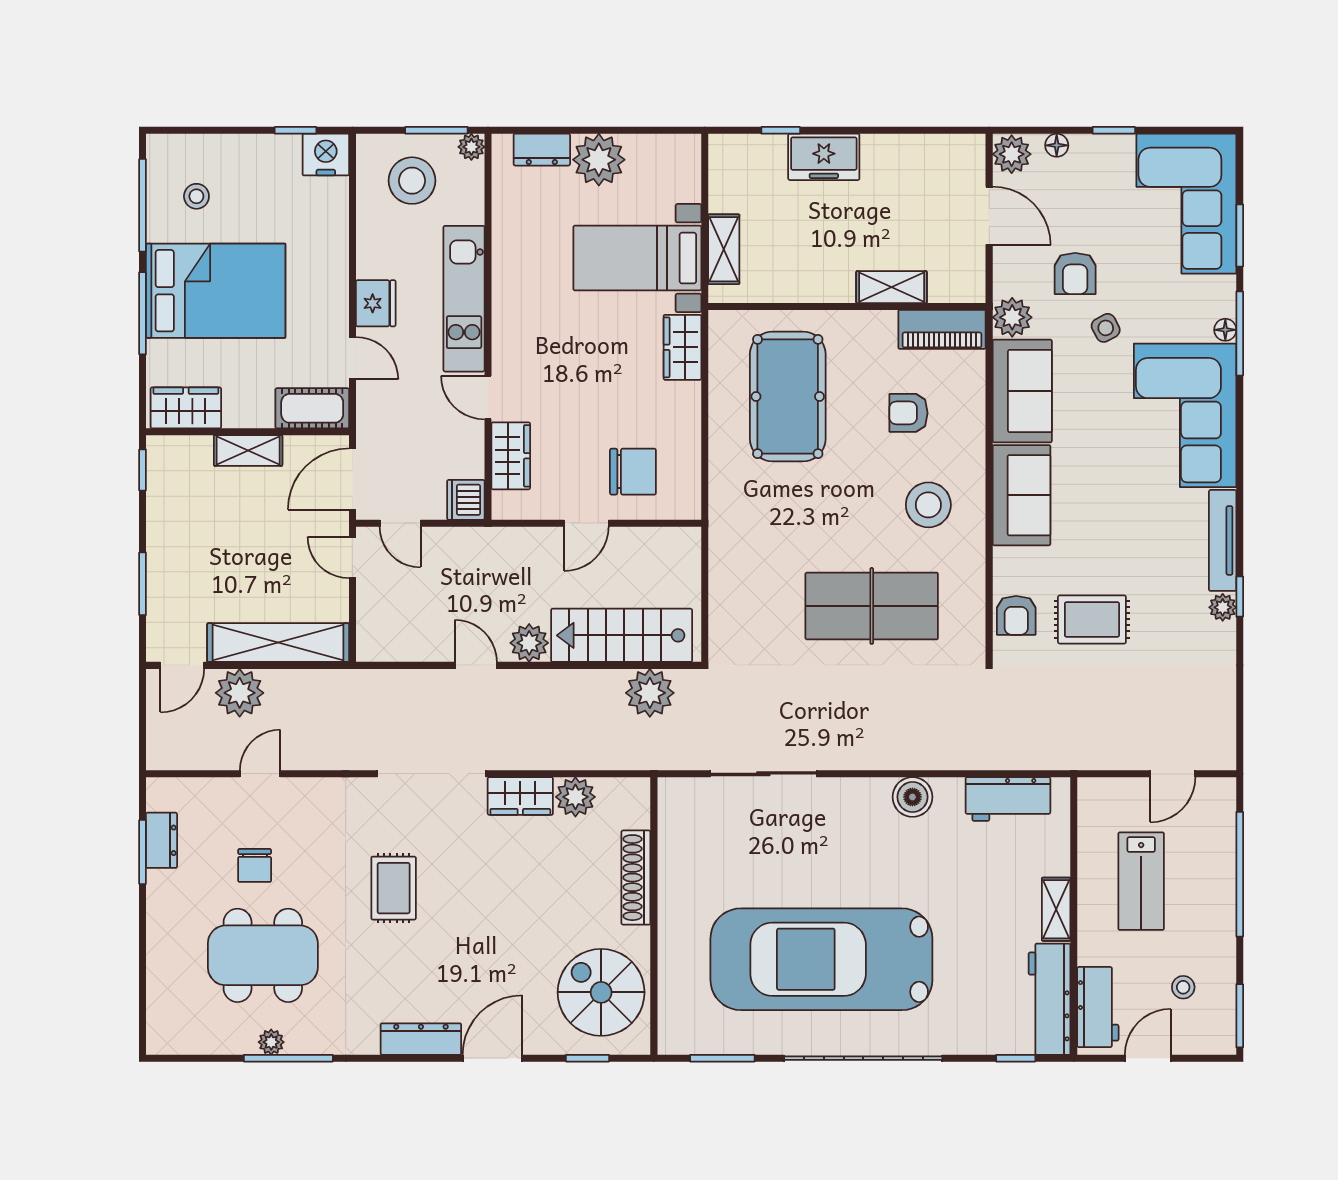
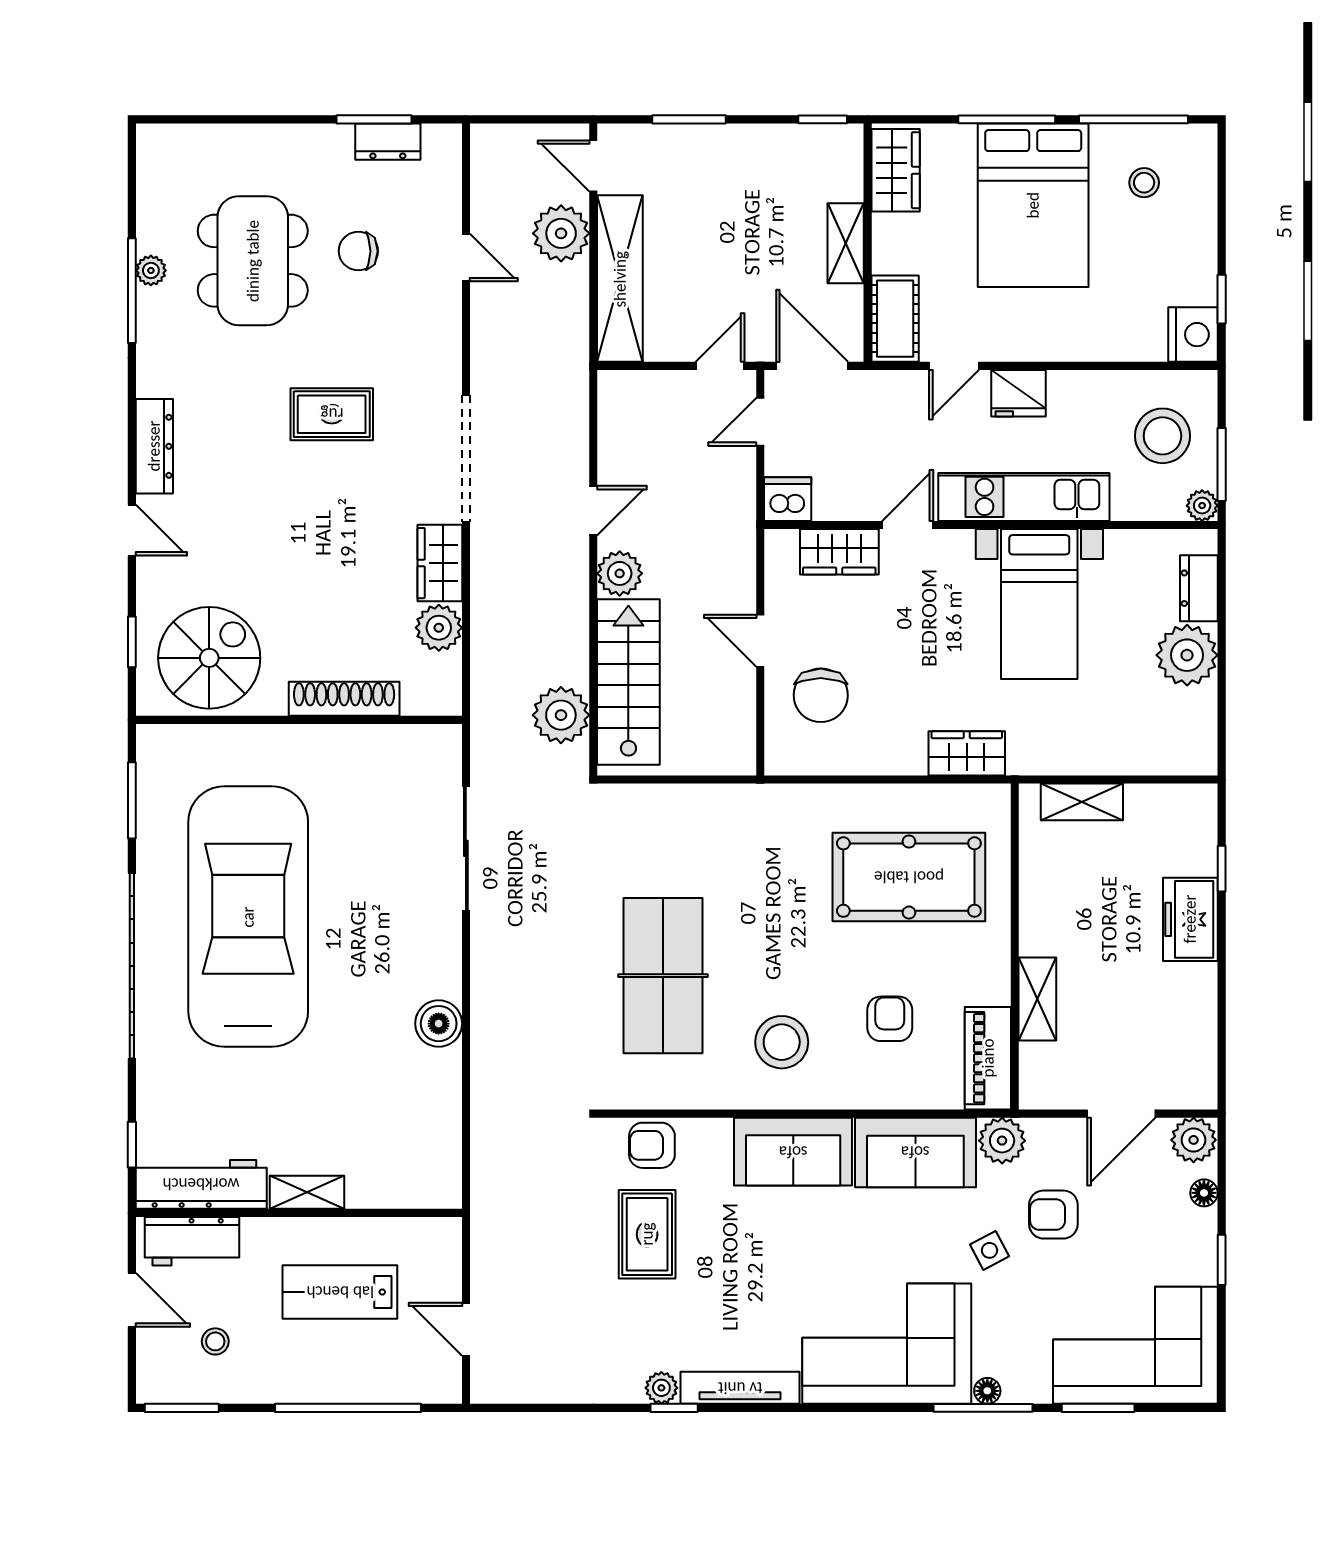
bed with nightstands: (637, 258) -> (1039, 604), moved, turned 180
workbench: (1008, 799) -> (436, 1136), removed
door: (492, 1058) -> (132, 530), width x0.73

